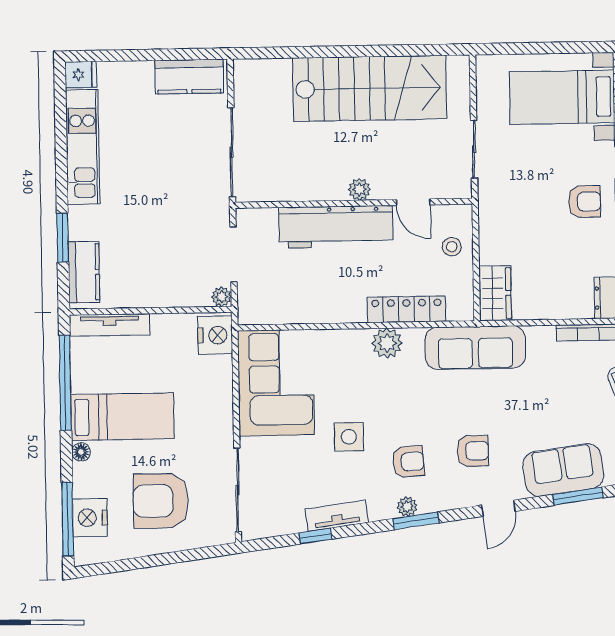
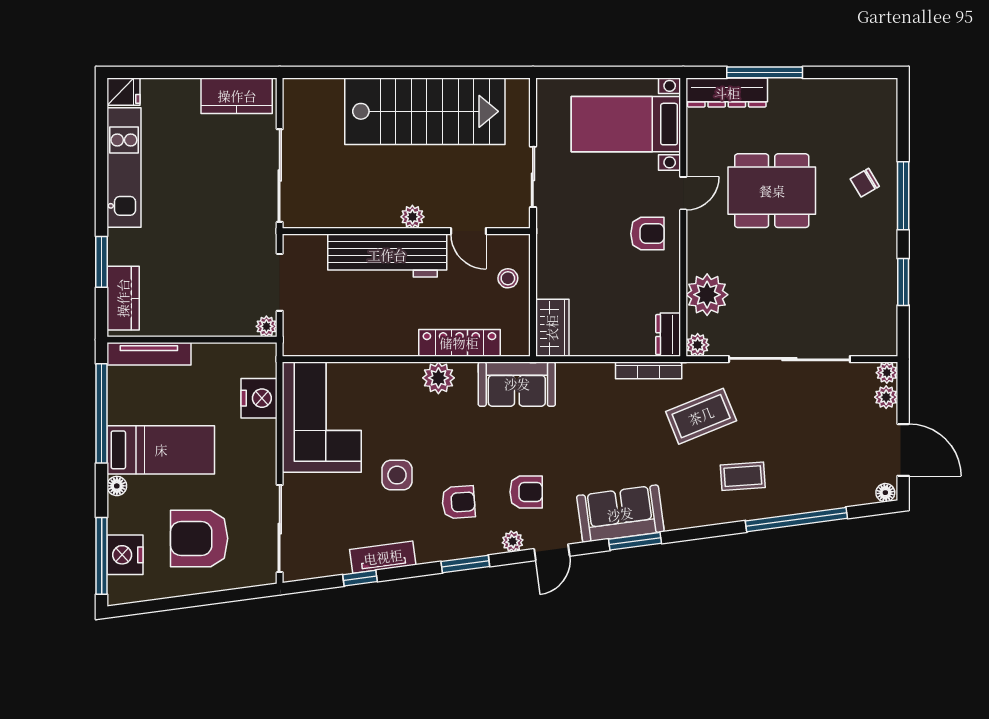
nightstand: (215, 335) -> (259, 398), moved
sofa: (475, 348) -> (517, 384), width x0.73
plant: (407, 507) -> (513, 541), moved

